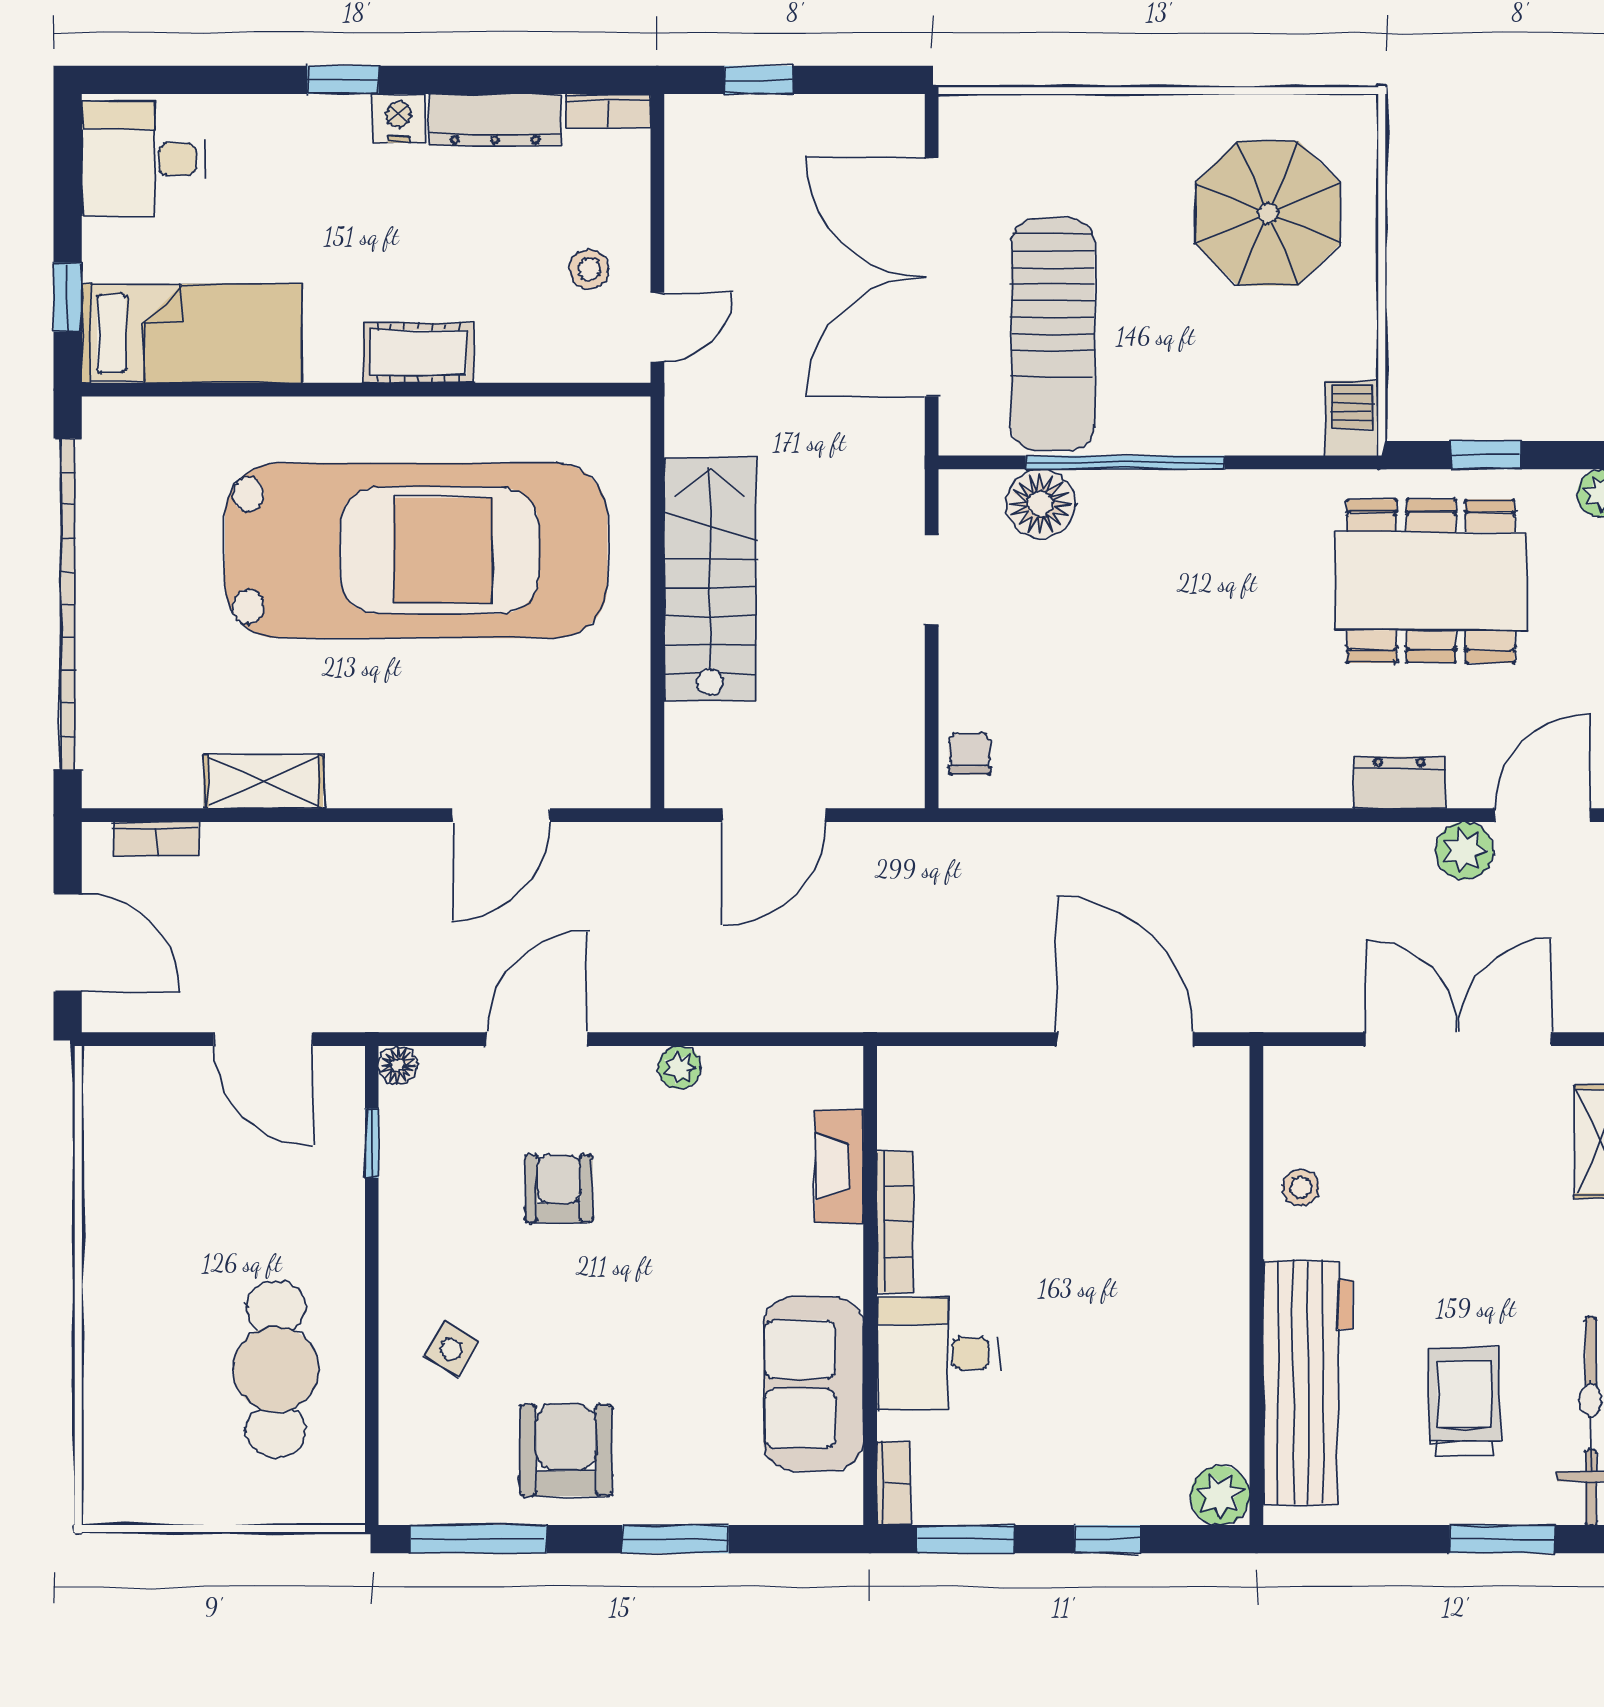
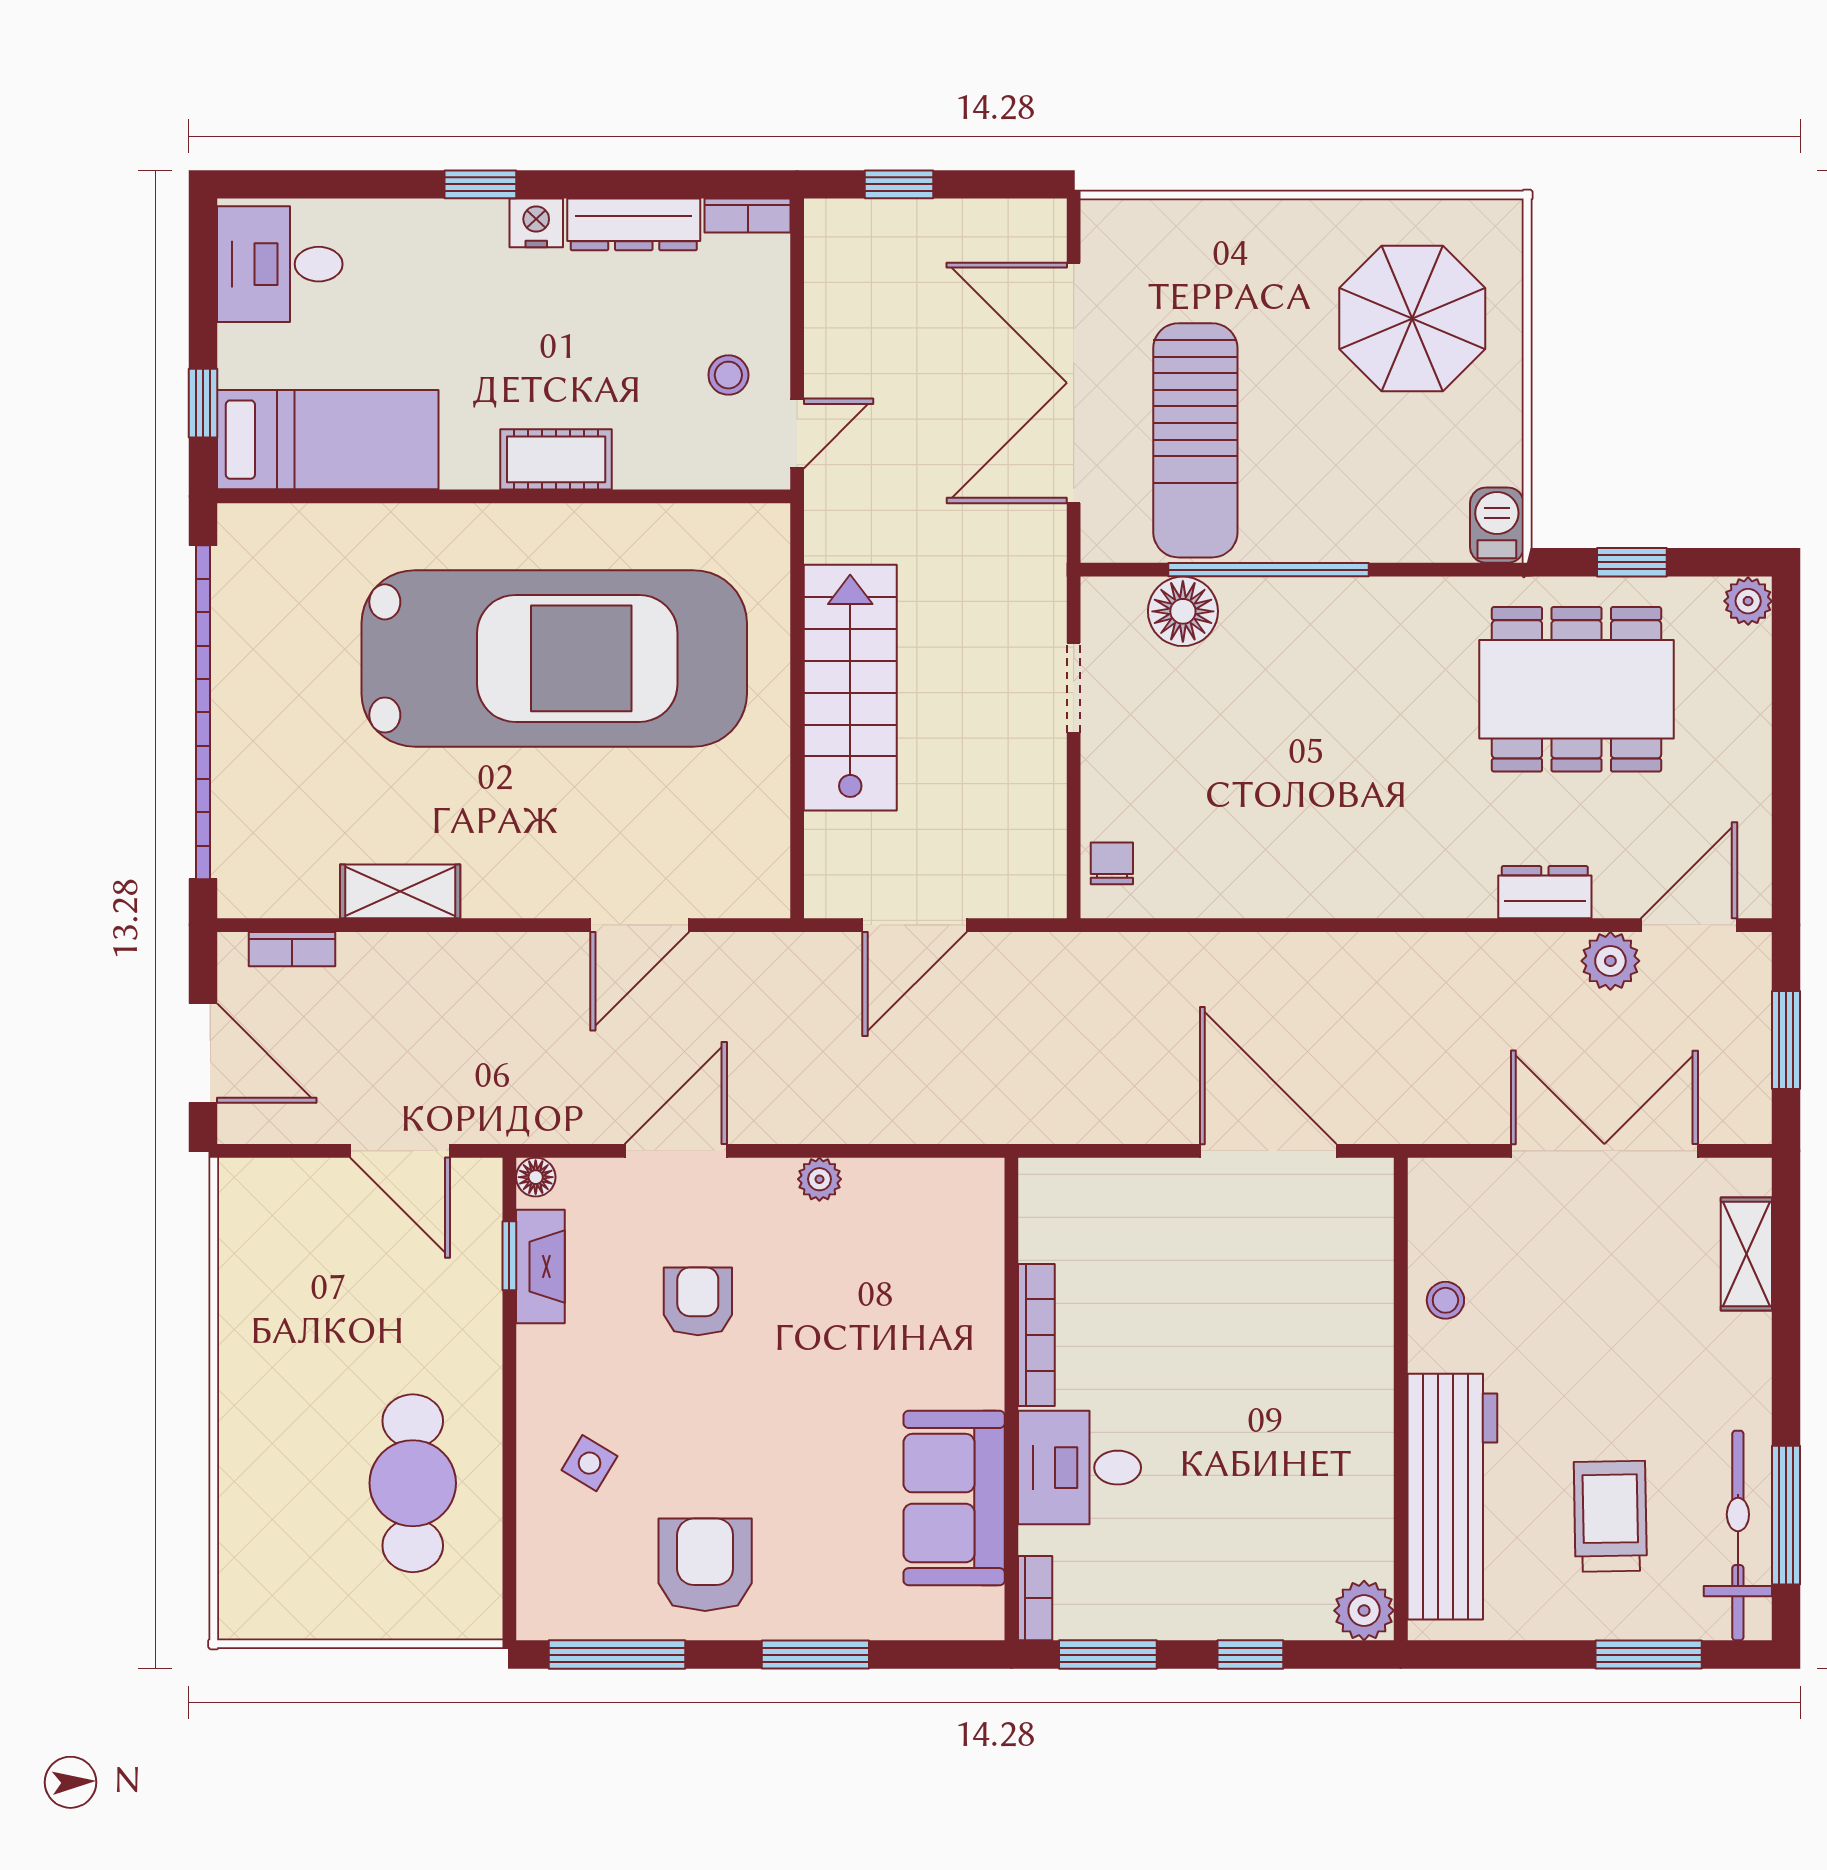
fireplace: (839, 1166) -> (540, 1267), moved, turned 180

